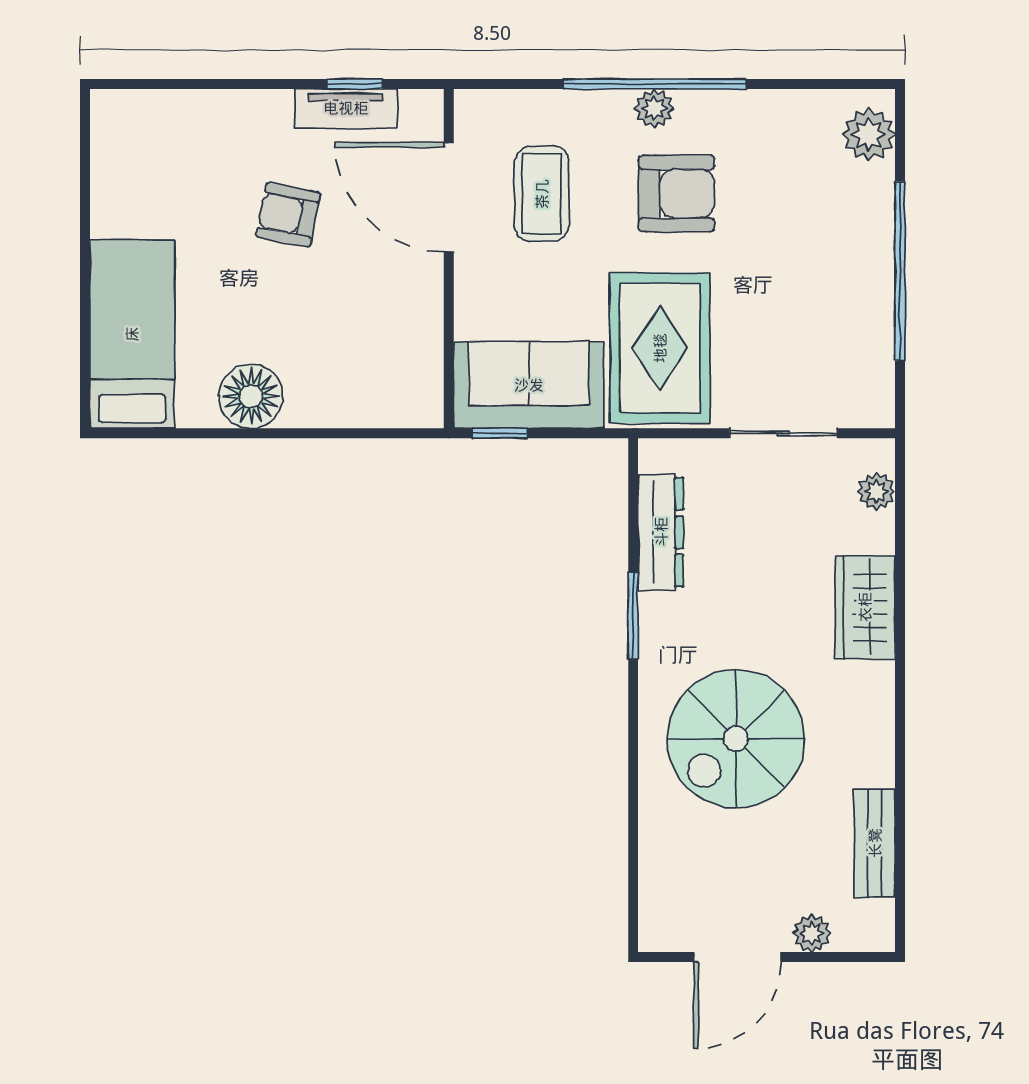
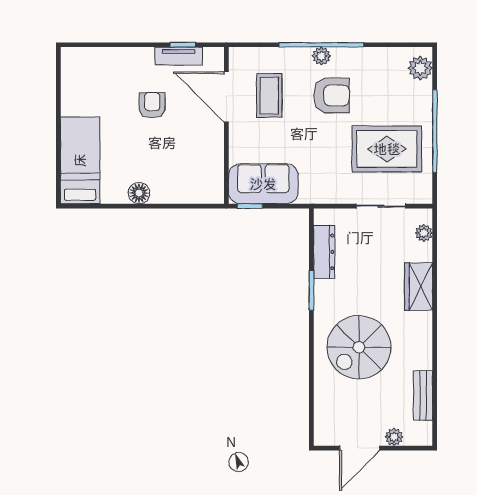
armchair: (288, 215) -> (152, 105), turned 79
rug: (660, 348) -> (387, 149), moved, turned 90
floor lamp: (251, 396) -> (139, 193), width x0.73, depth x0.73

